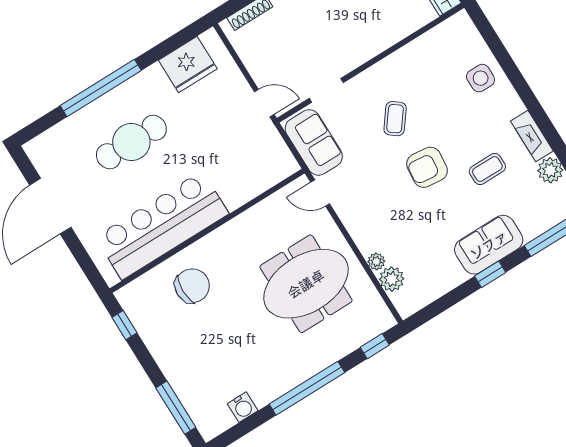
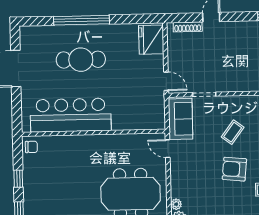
fridge: (188, 65) -> (151, 40), moved, turned 90
chair: (192, 286) -> (31, 147), moved, width x0.54, depth x0.54
window: (124, 325) -> (18, 179), moved

